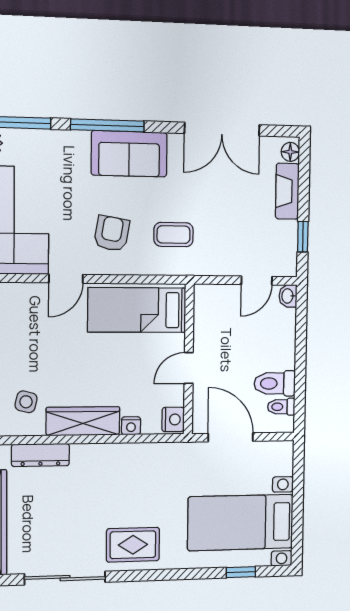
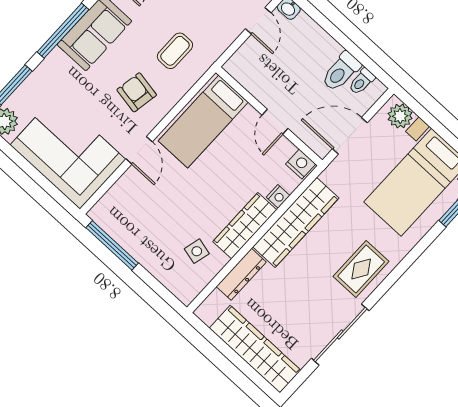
wardrobe: (123, 459) -> (296, 222), added
plant: (281, 462) -> (400, 116), added

